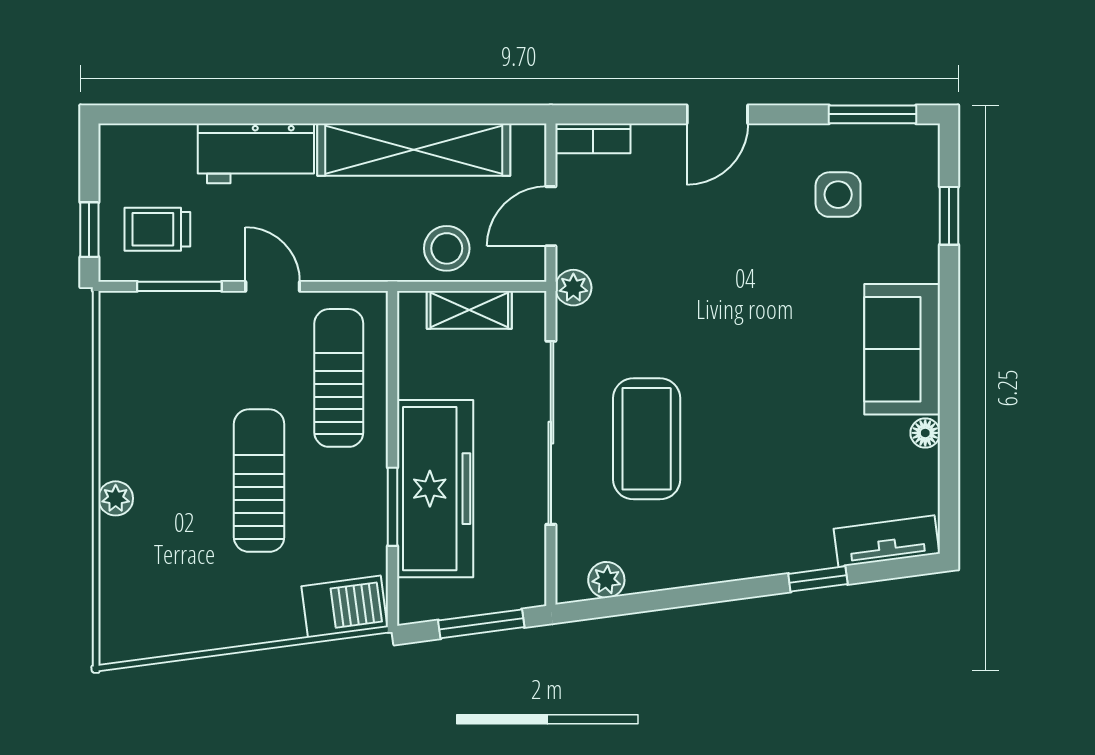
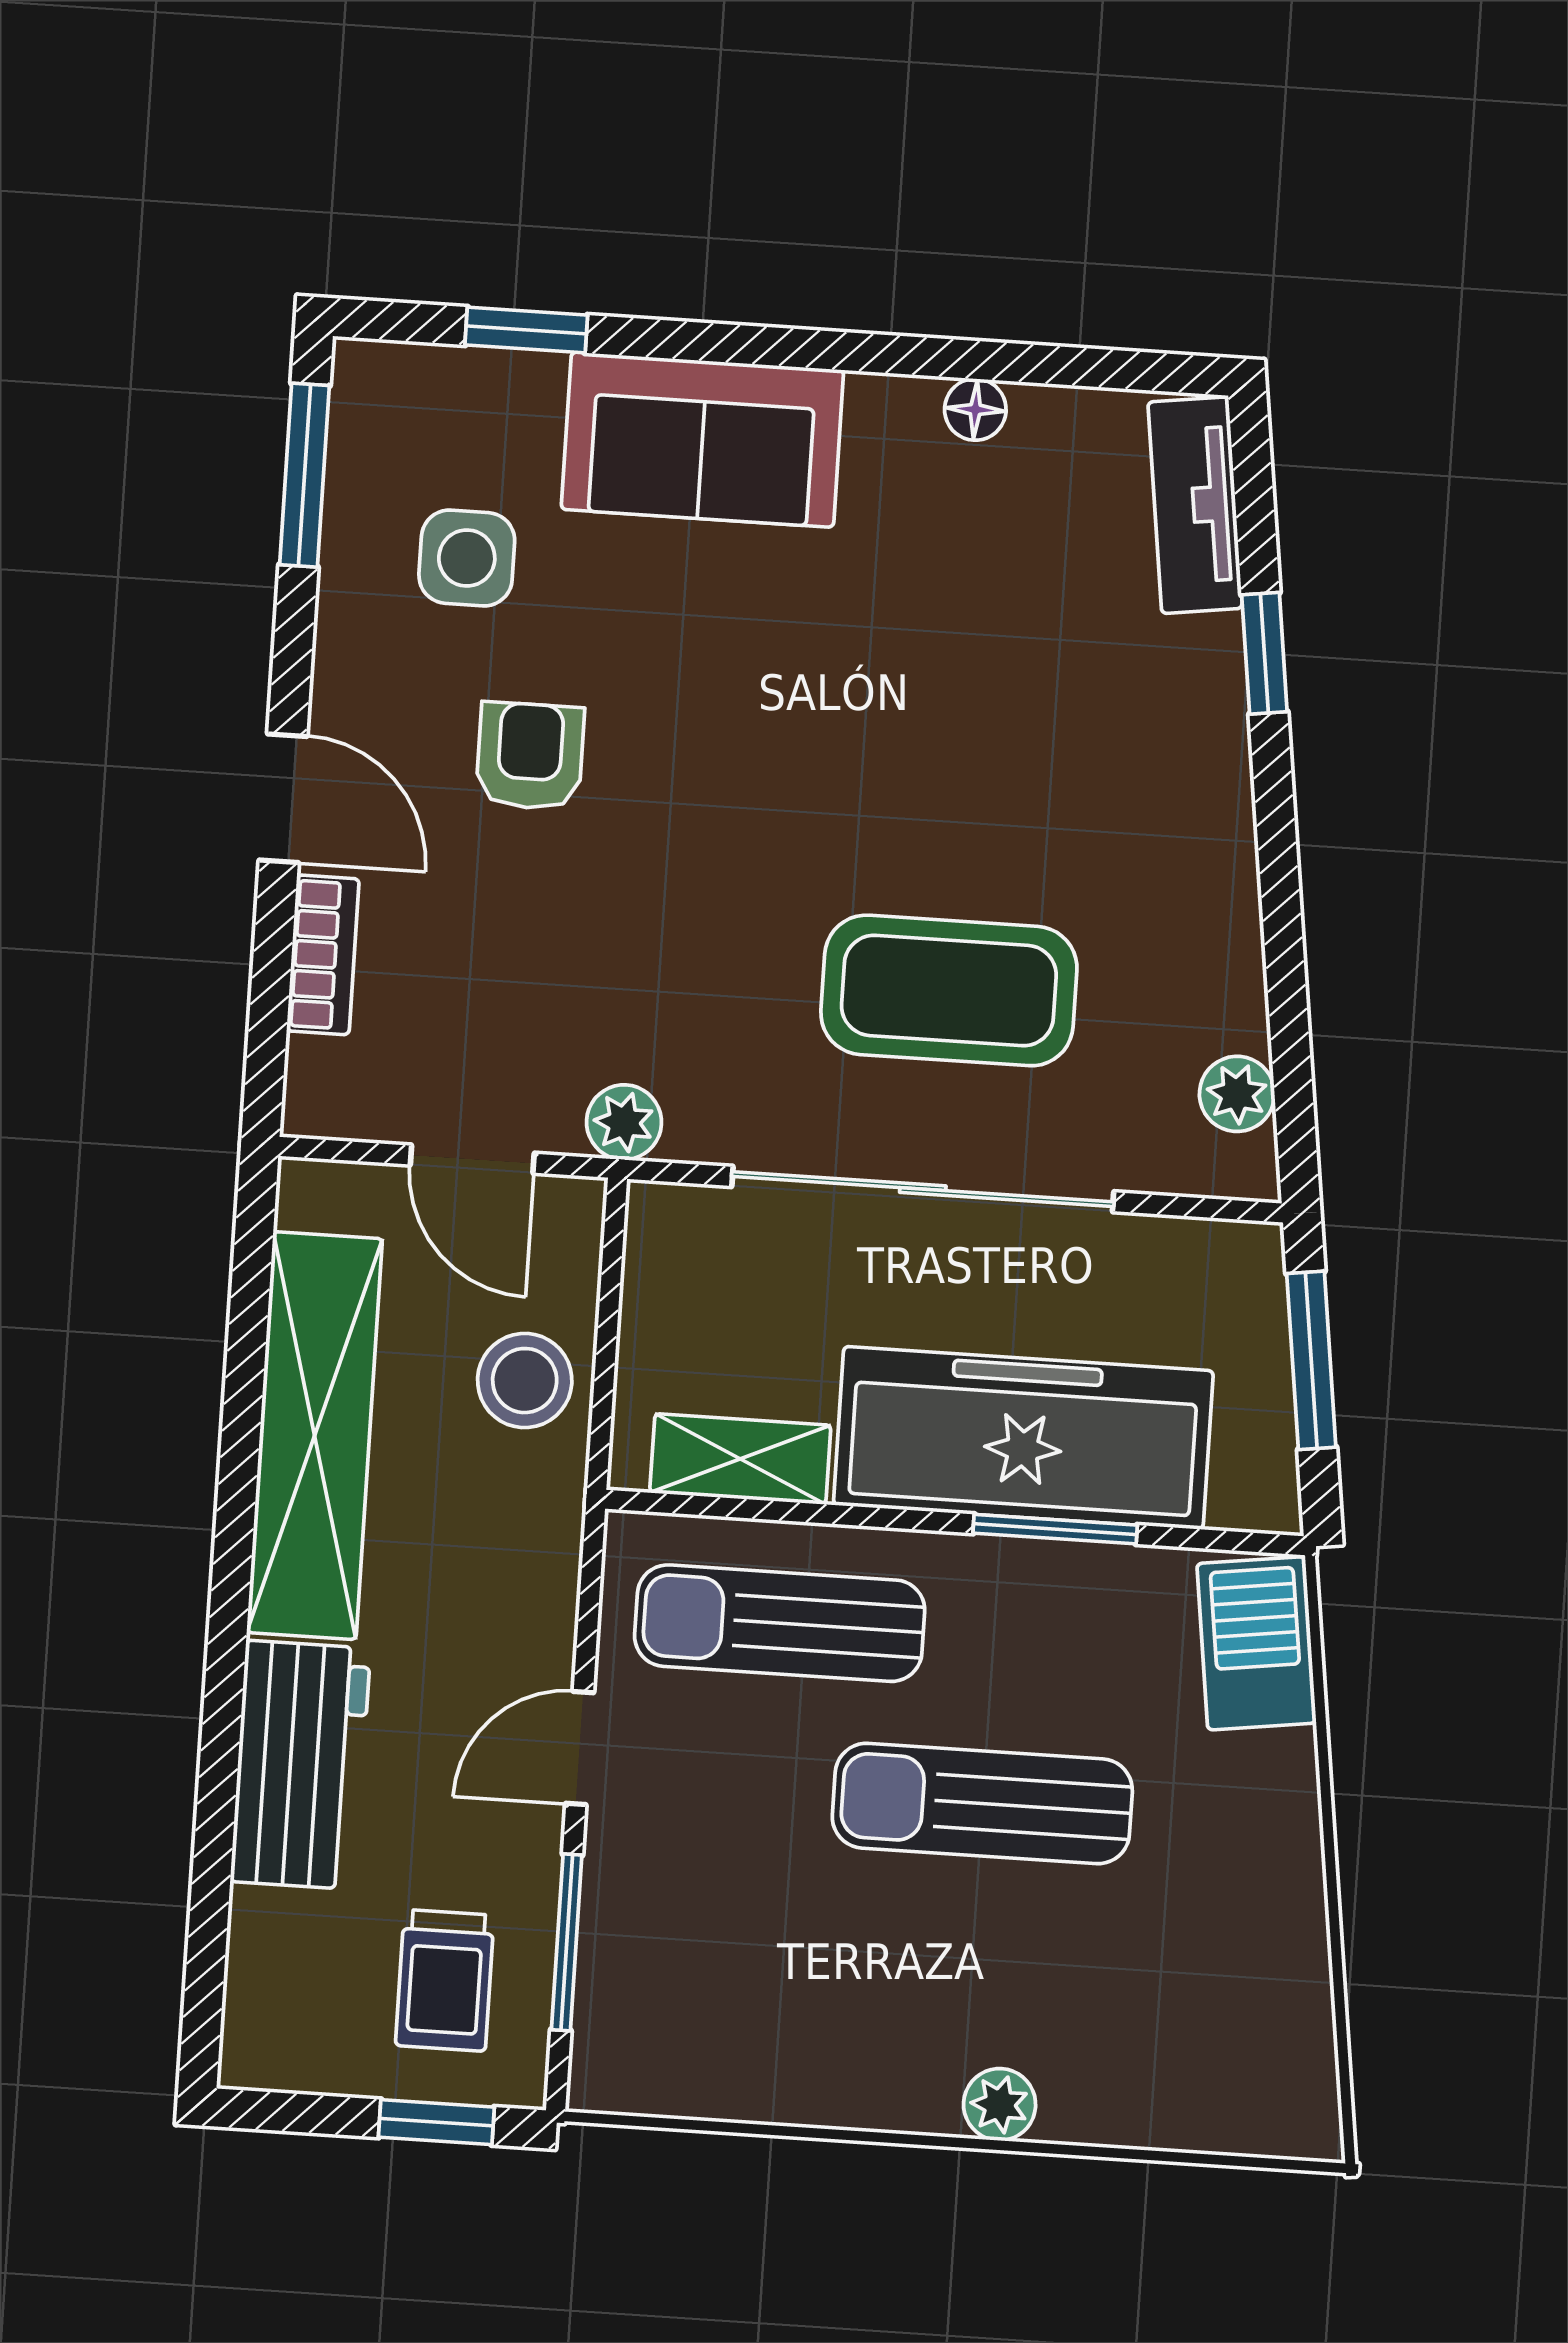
bookcase: (593, 138) -> (323, 955), moved
armchair: (745, 231) -> (530, 756), added
shelving: (469, 310) -> (740, 1459), moved, turned 90
sofa: (902, 349) -> (702, 440), moved

